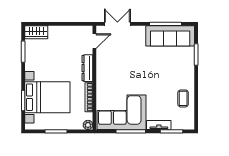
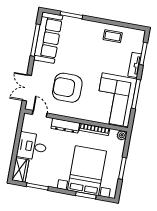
desk: (61, 39) -> (32, 146), added
armchair: (125, 63) -> (67, 88), added

